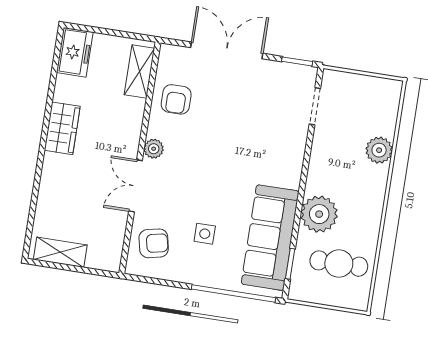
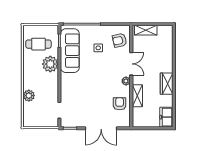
shelving: (139, 72) -> (137, 96), moved
shelving: (60, 252) -> (146, 30), moved

